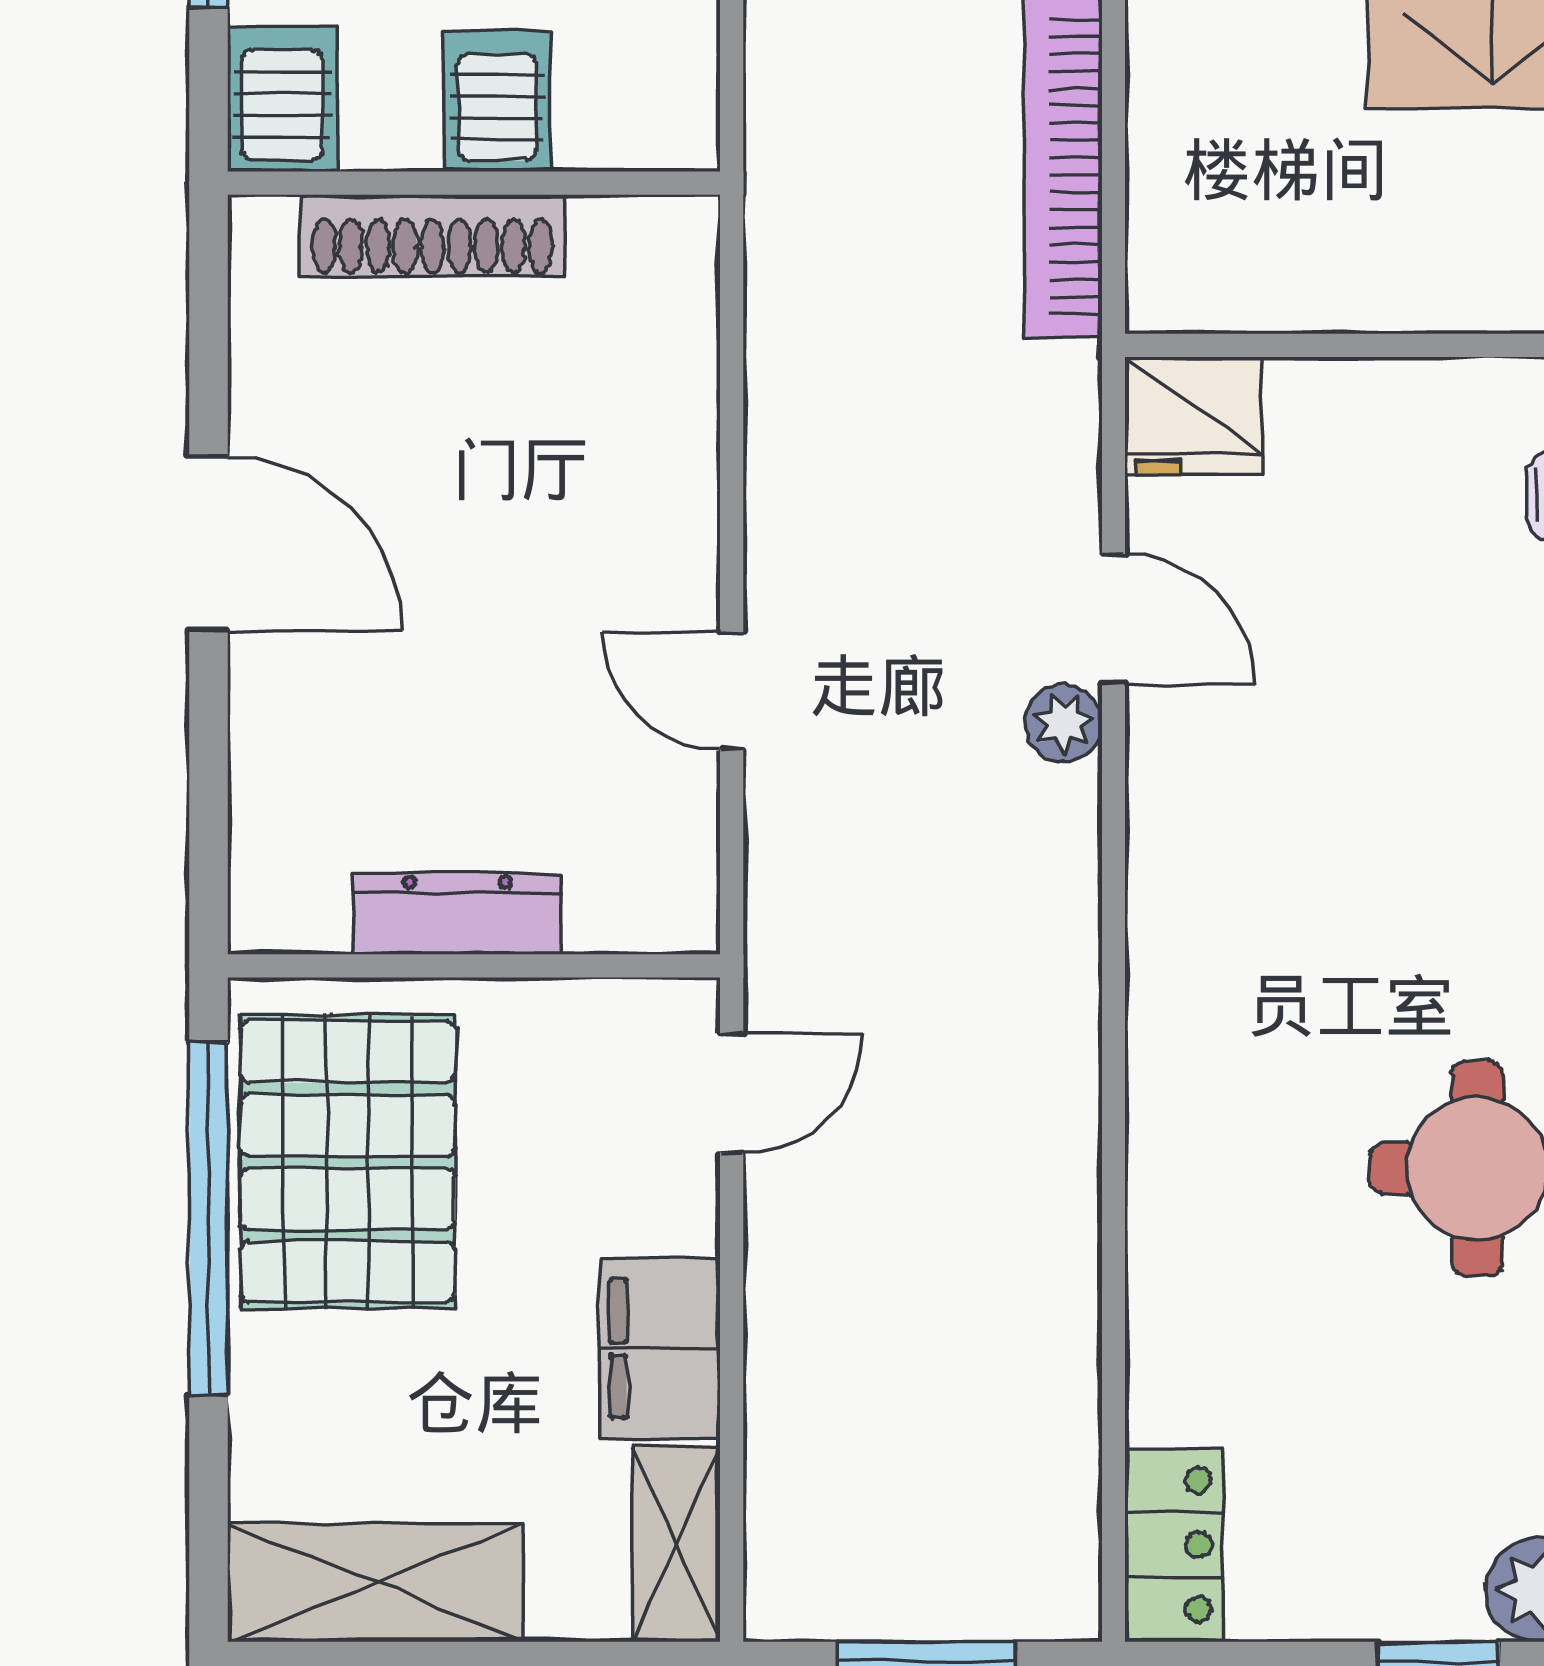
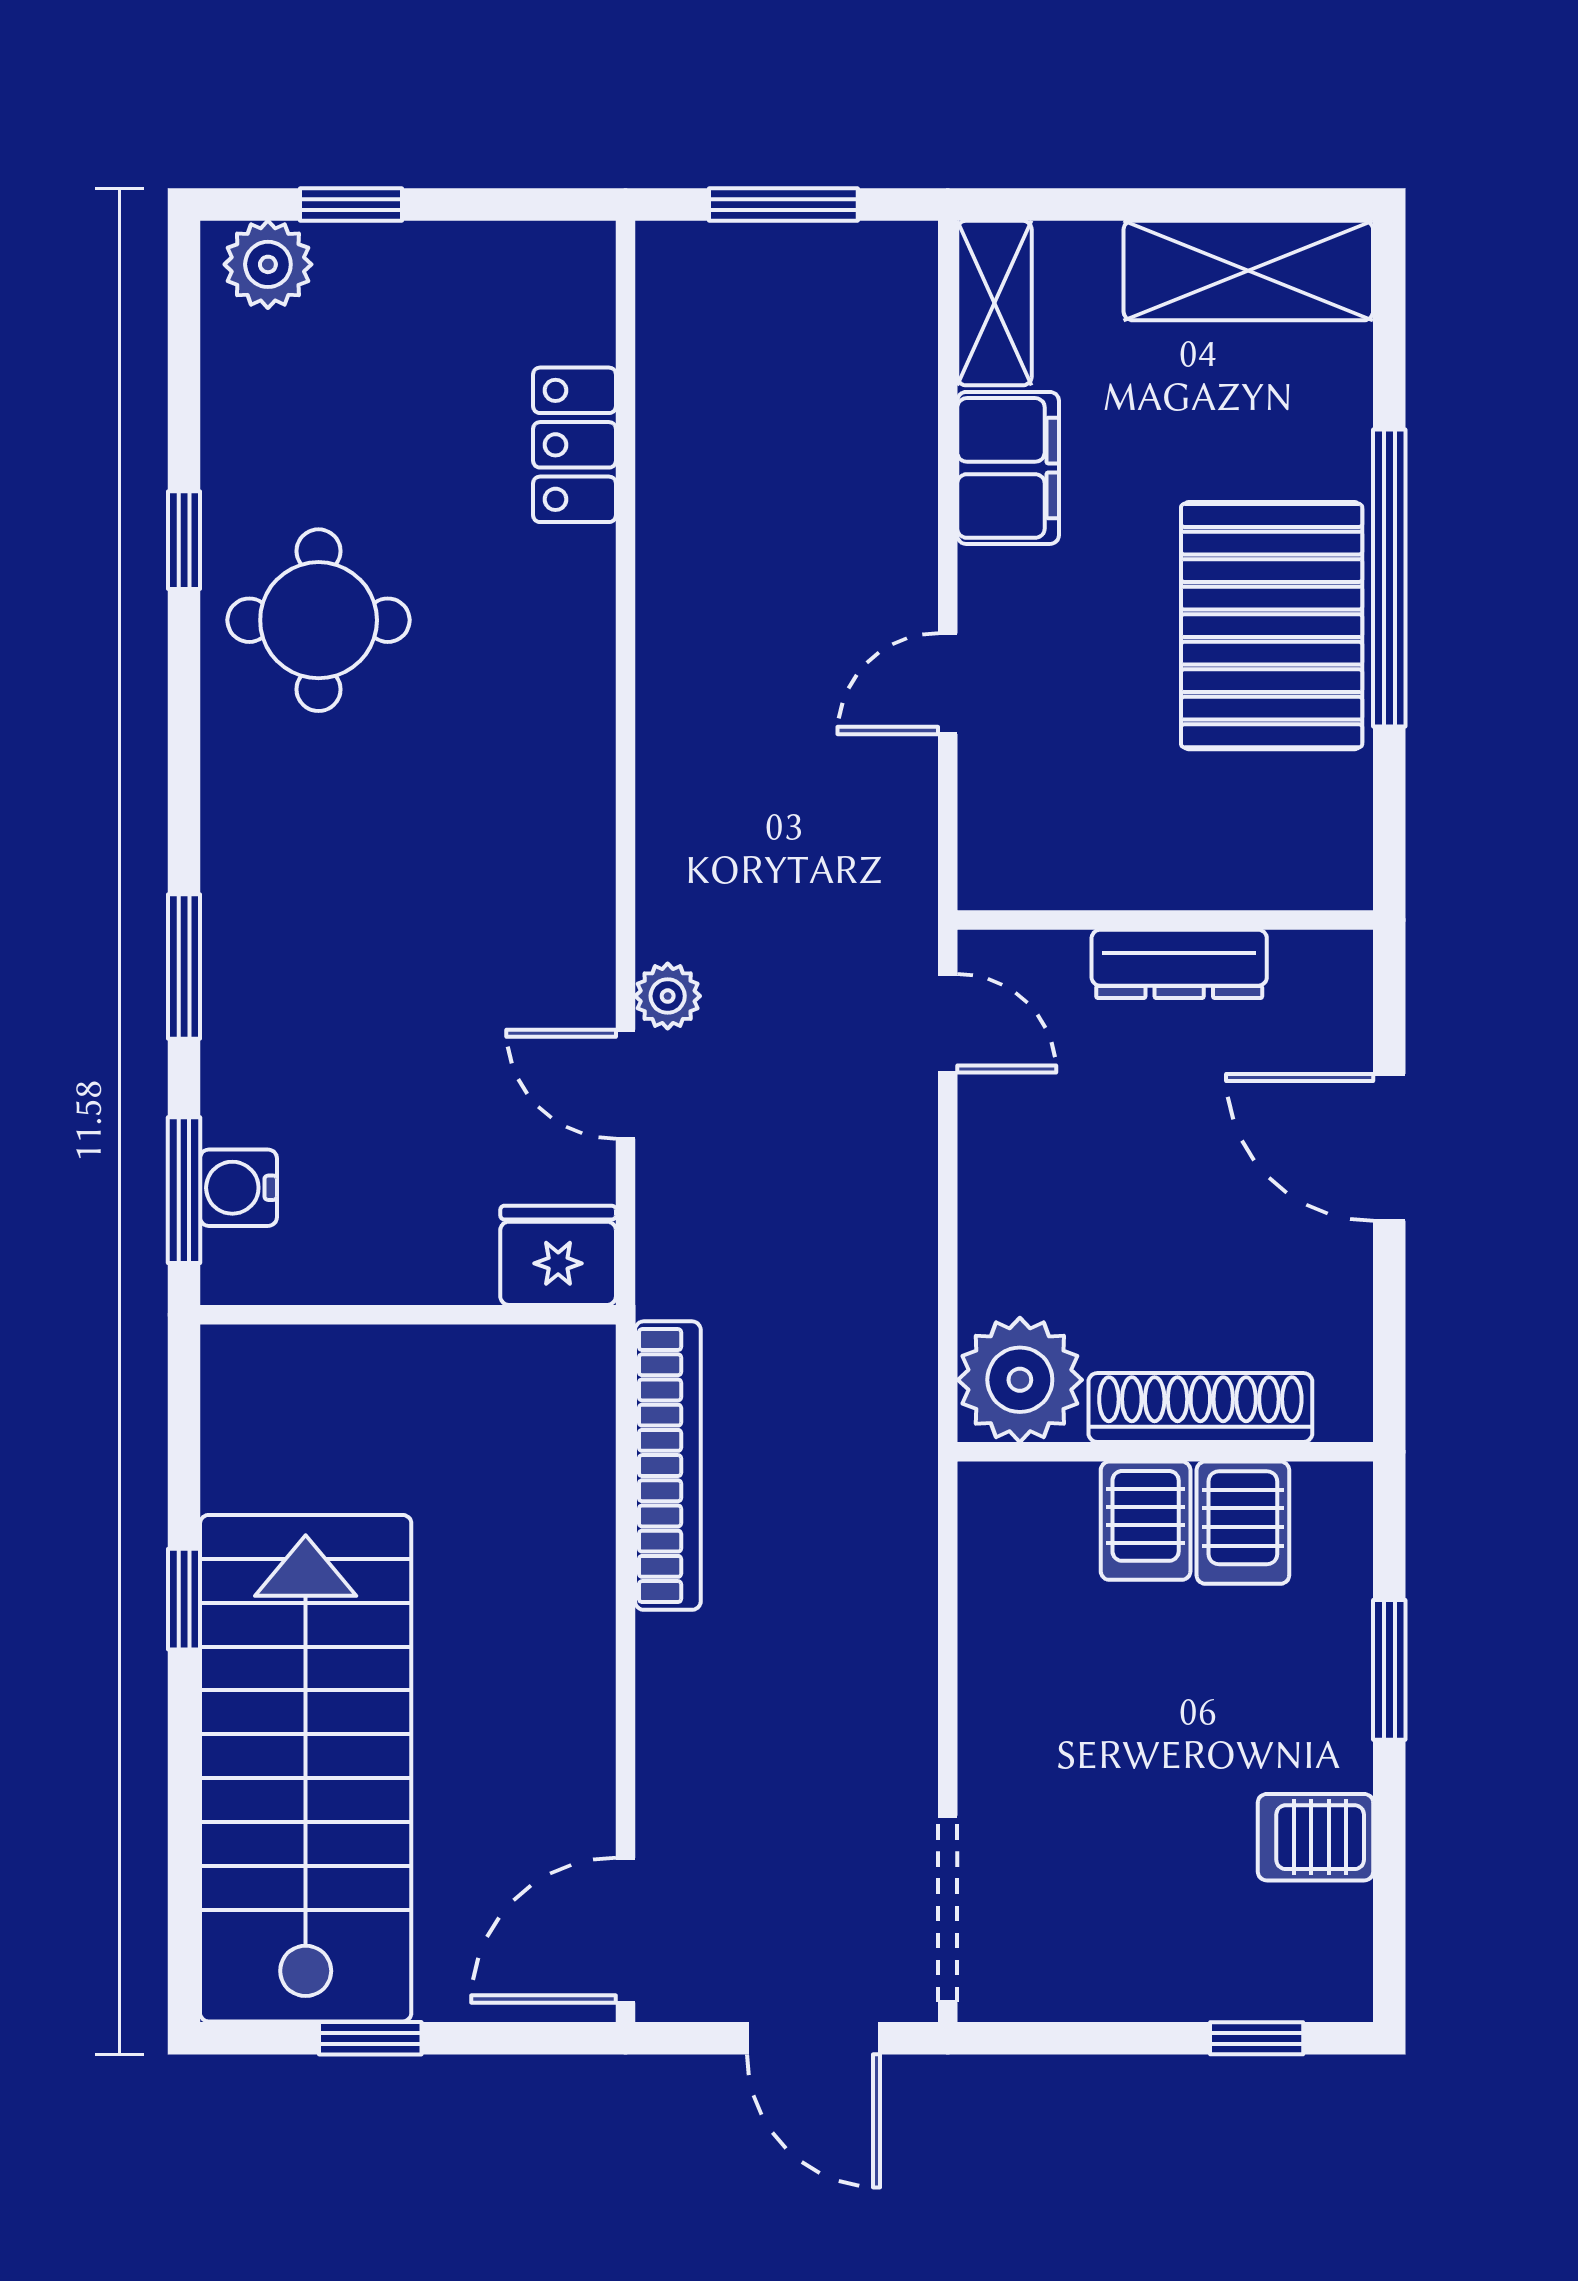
server rack: (282, 99) -> (1243, 1523), moved
plant: (646, 268) -> (1020, 1380), added
dresser: (457, 914) -> (1179, 964), moved
wall: (474, 966) -> (1165, 920), moved
locker: (1174, 1545) -> (574, 445), moved

